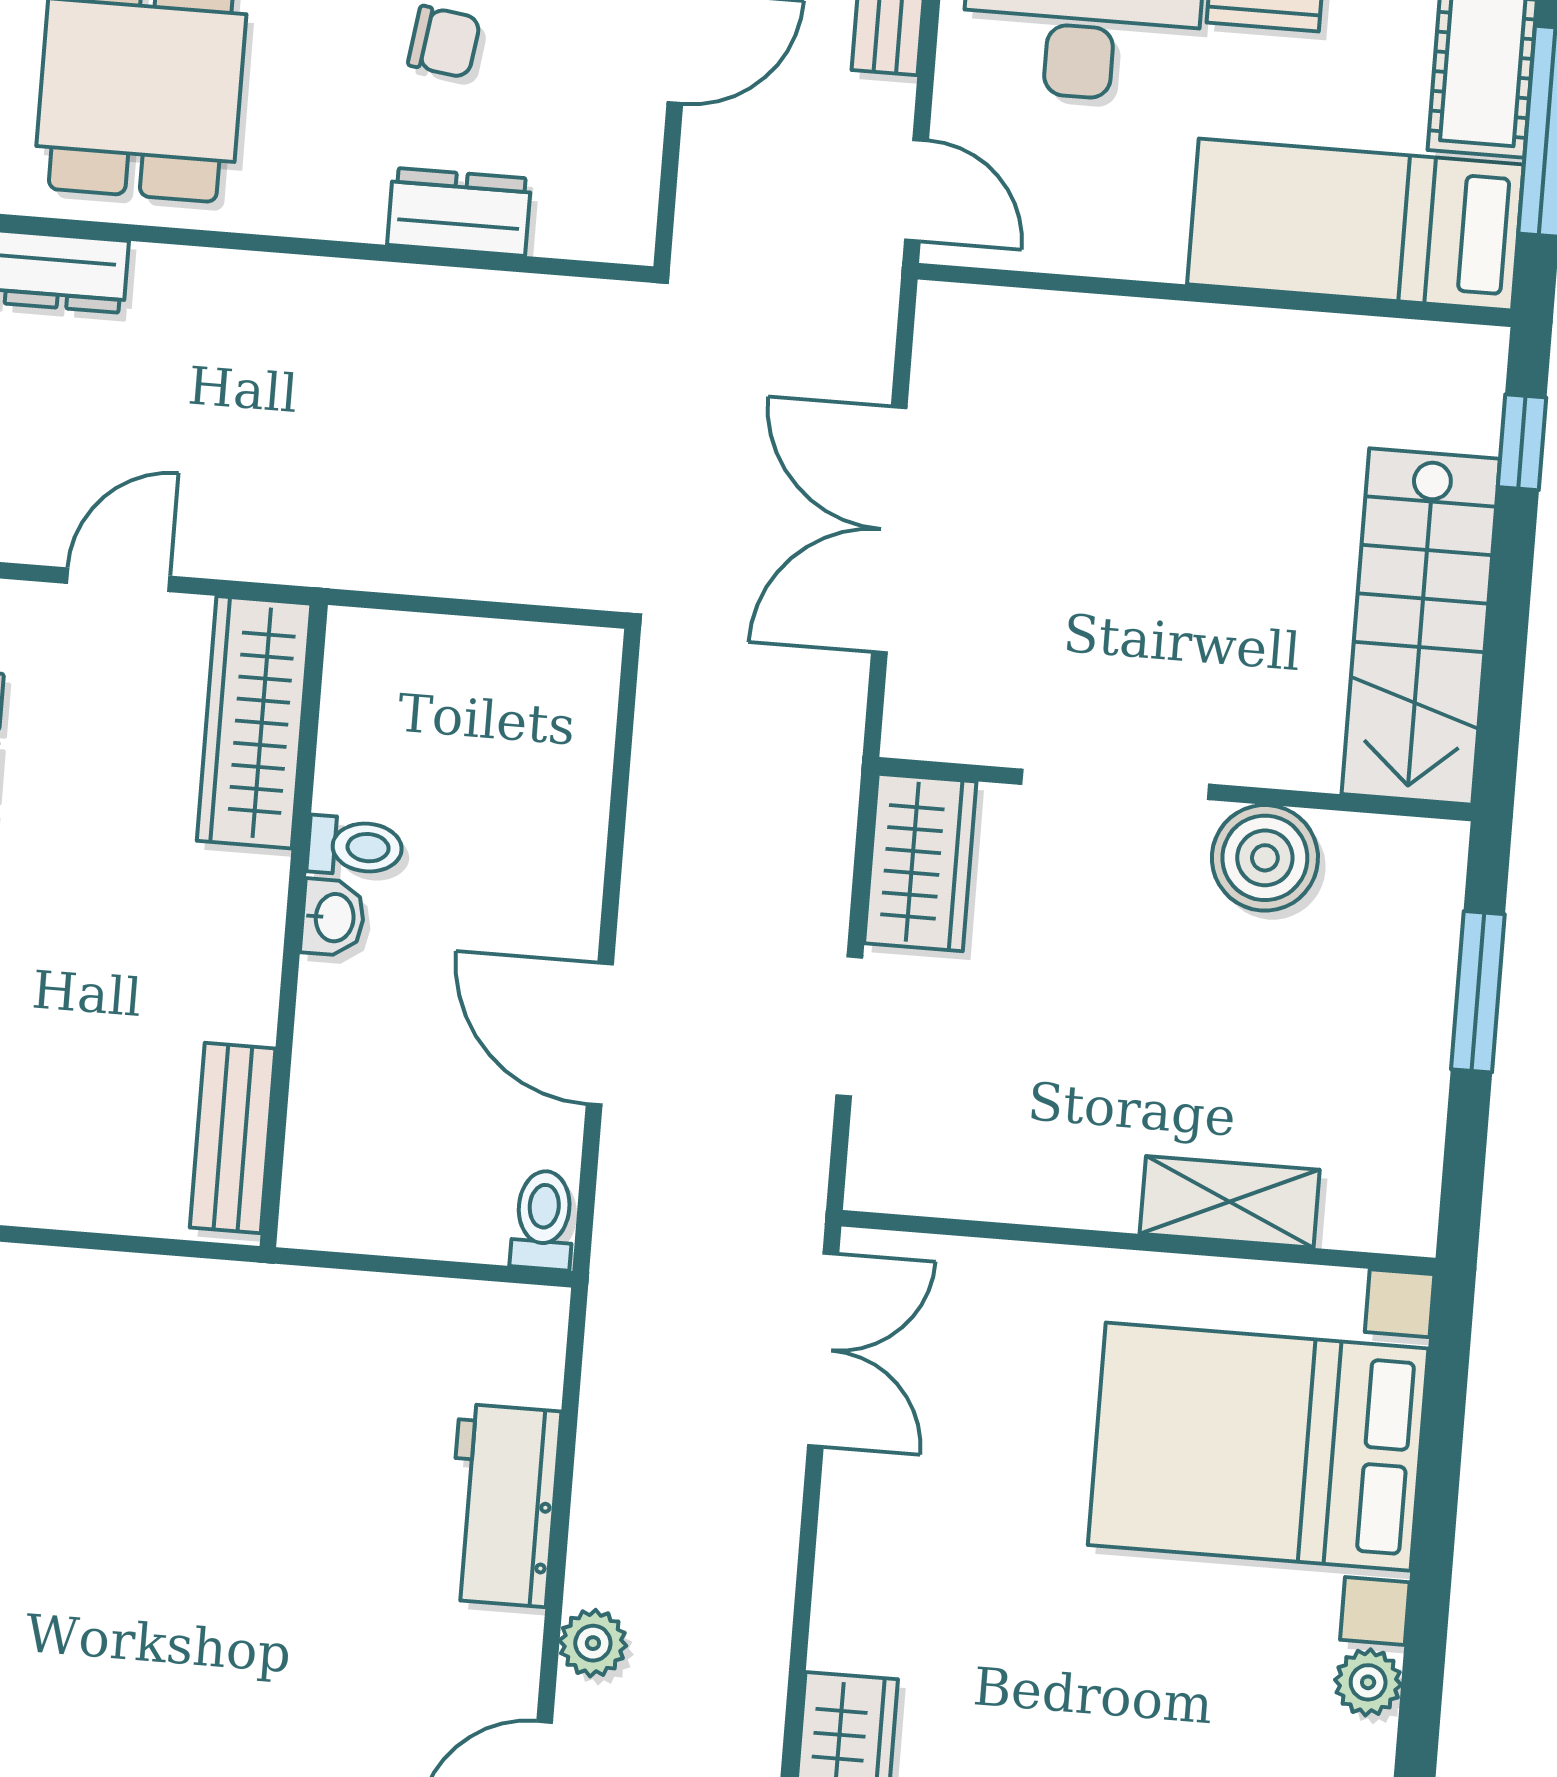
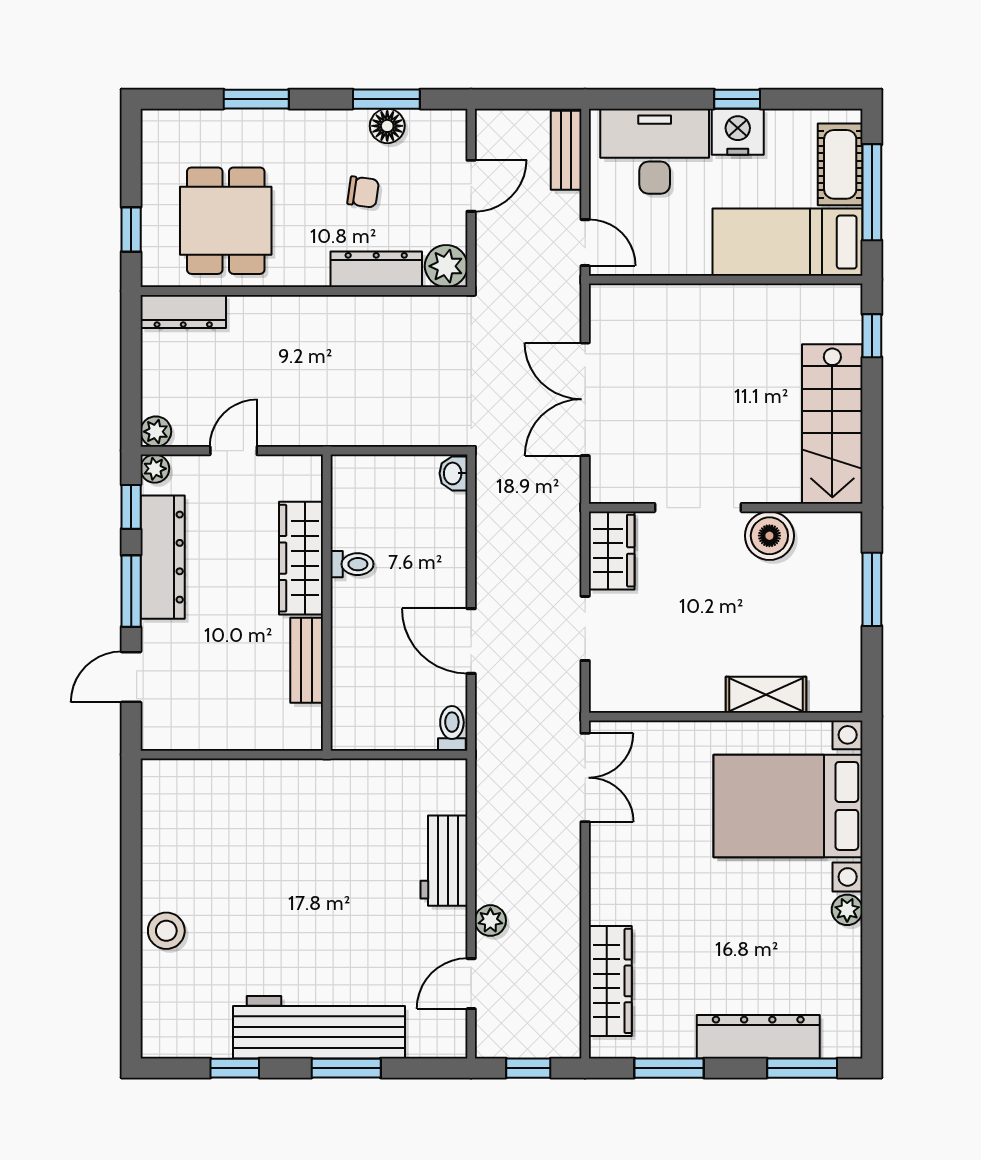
dresser: (459, 212) -> (376, 269), width x1.44
plant: (611, 217) -> (446, 266), added
wardrobe: (254, 722) -> (301, 558), moved
washbasin: (333, 918) -> (453, 473), moved, turned 180
bench: (233, 1138) -> (307, 660), moved

